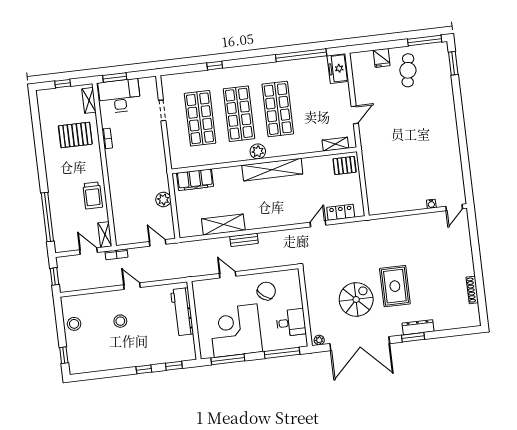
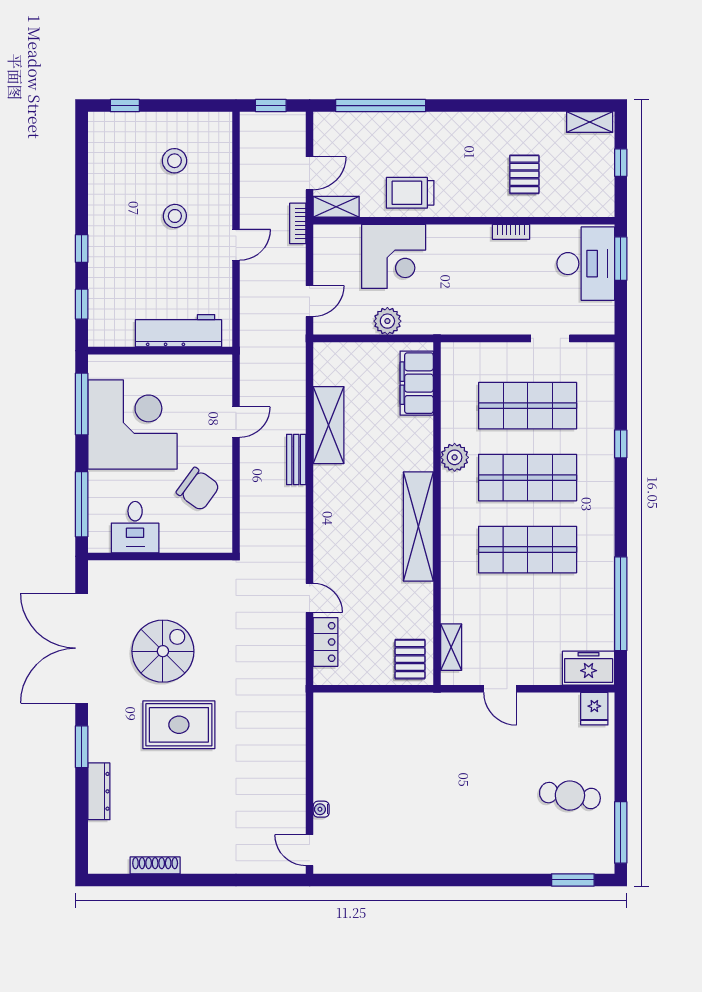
fridge: (382, 58) -> (594, 709), moved, turned -90
shelving: (89, 100) -> (590, 122), moved
pallet: (75, 135) -> (524, 174), width x0.67, depth x0.71
plant: (258, 151) -> (455, 457), moved
corner desk: (128, 200) -> (394, 256), added
spiral stairs: (356, 299) -> (163, 651), turned -90
stool: (74, 324) -> (174, 161), moved
dresser: (418, 327) -> (99, 791), moved
plant: (319, 340) -> (97, 575), removed

